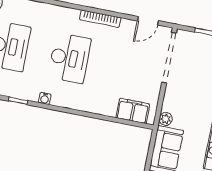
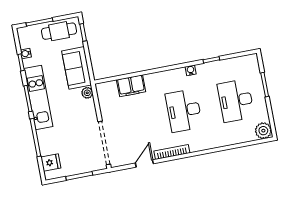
door: (148, 21) -> (144, 163), moved
filing cabinet: (133, 111) -> (131, 86), moved

